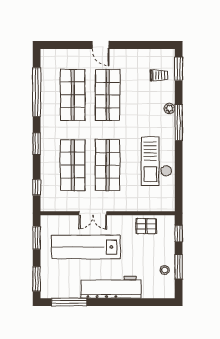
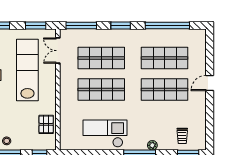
window: (37, 187) -> (81, 25), width x2.17
double door: (93, 213) -> (58, 51), moved

